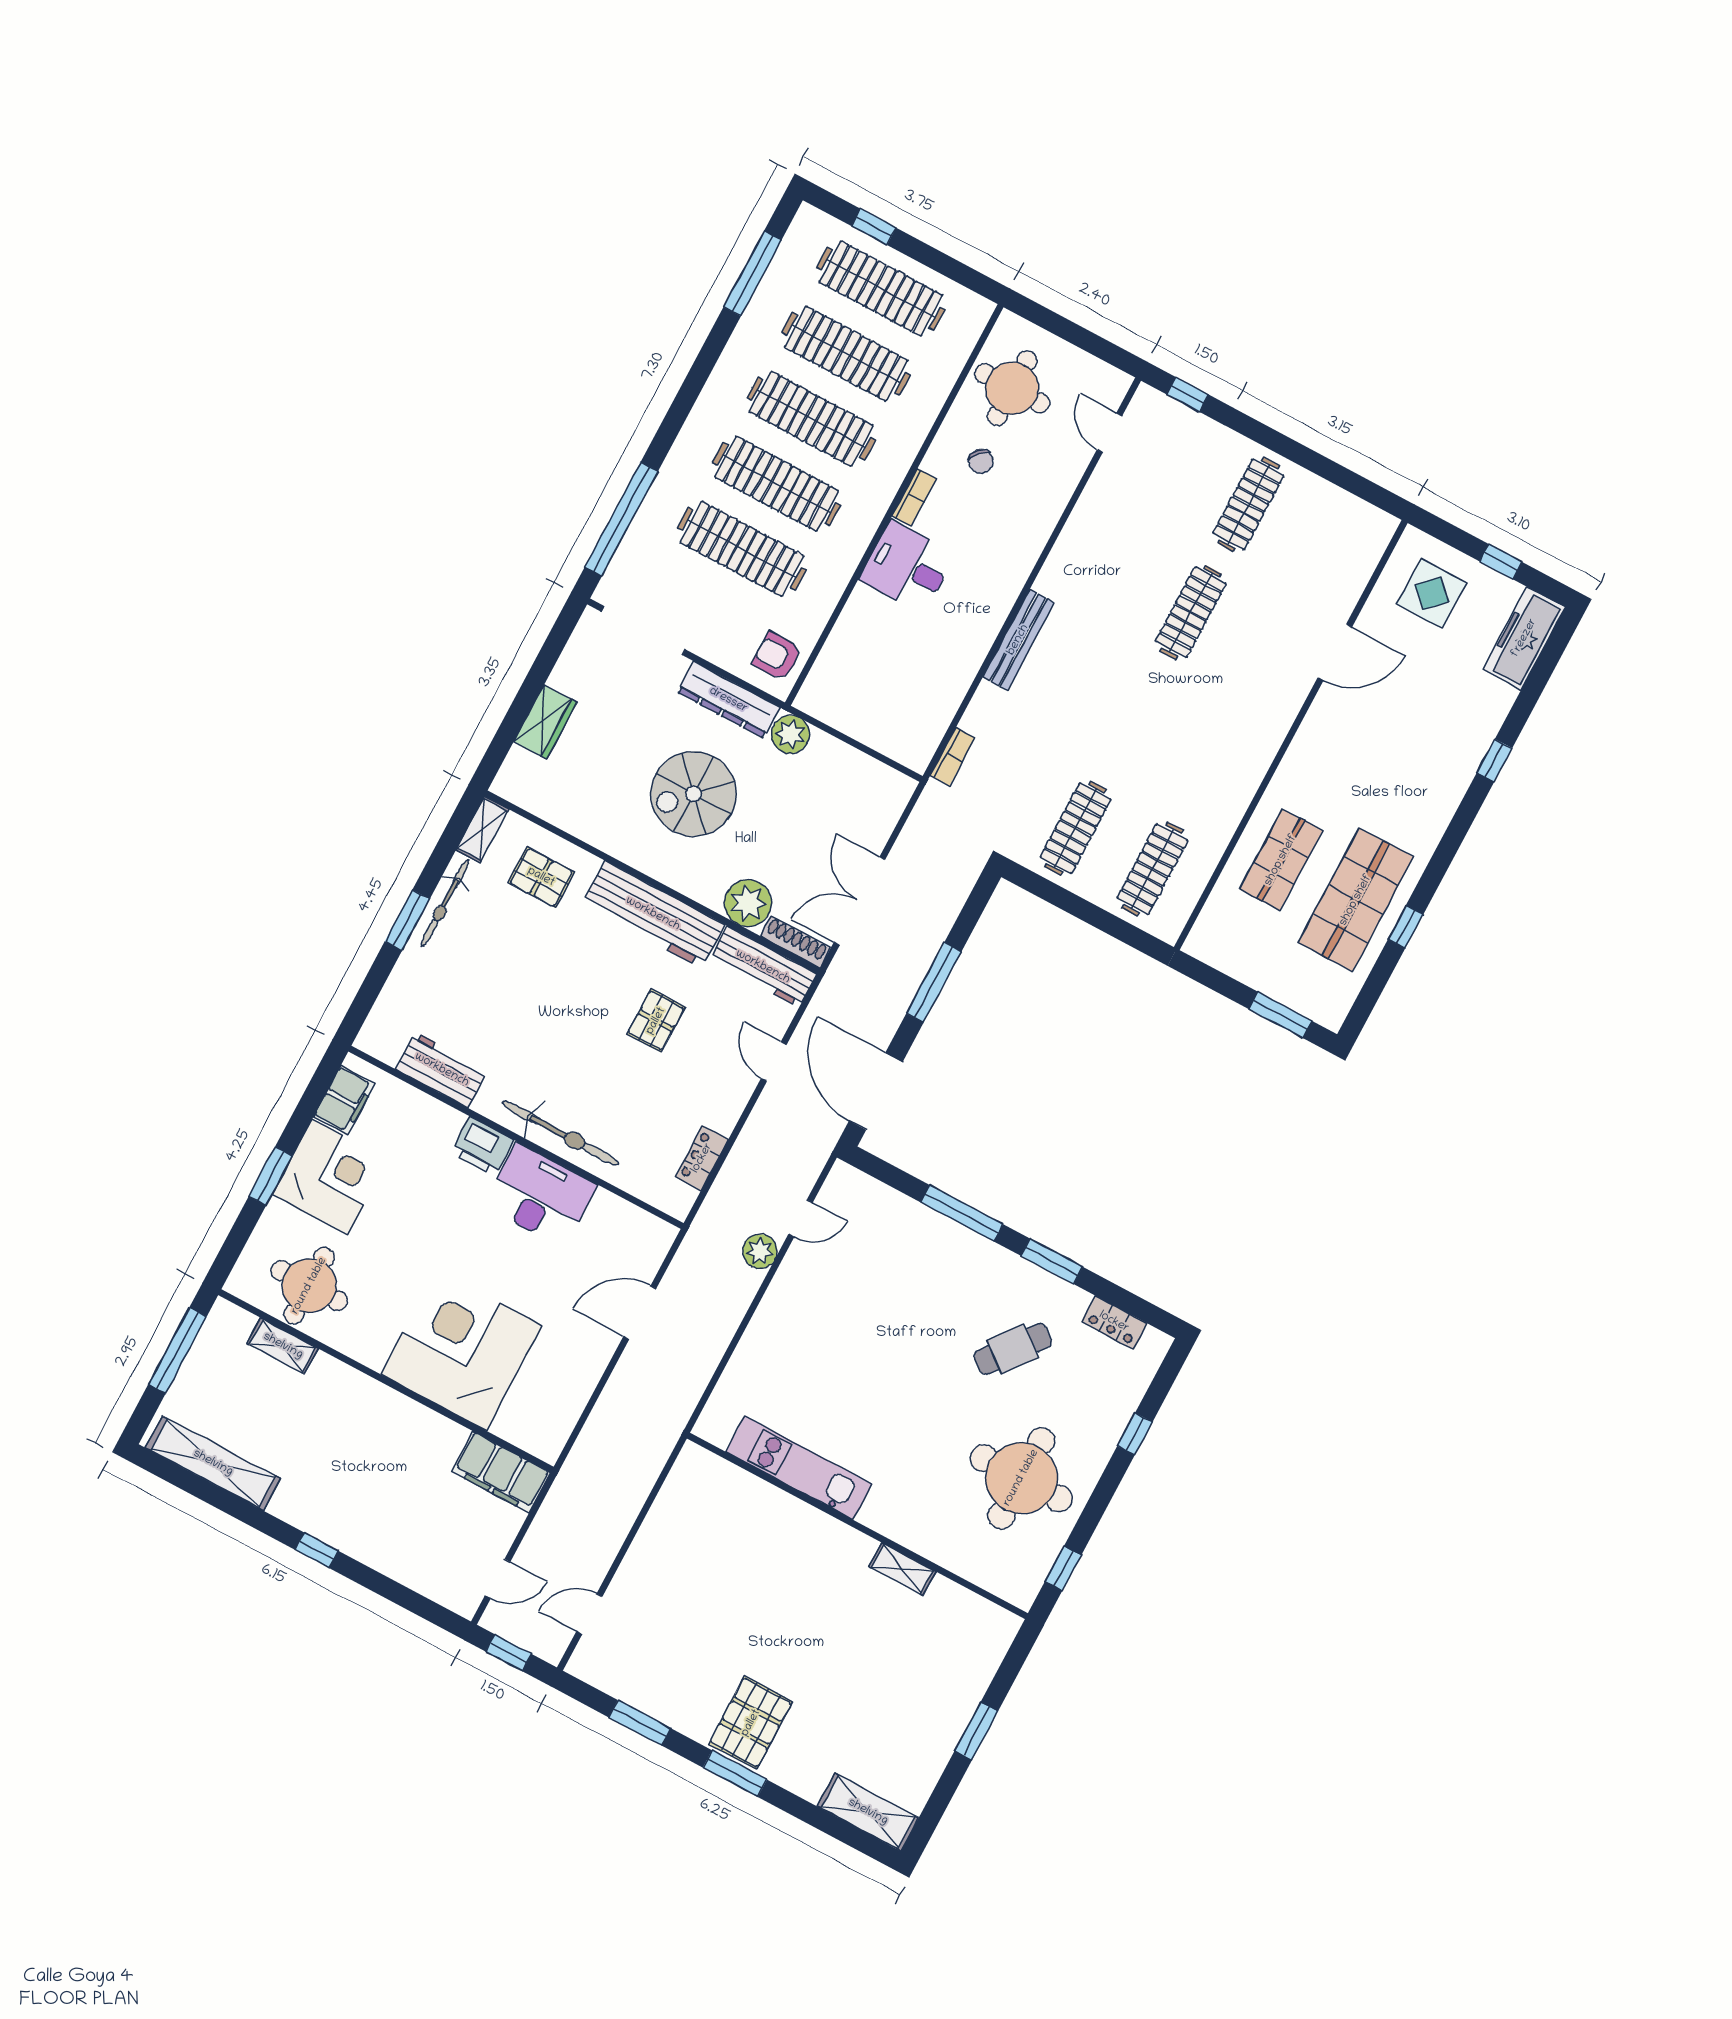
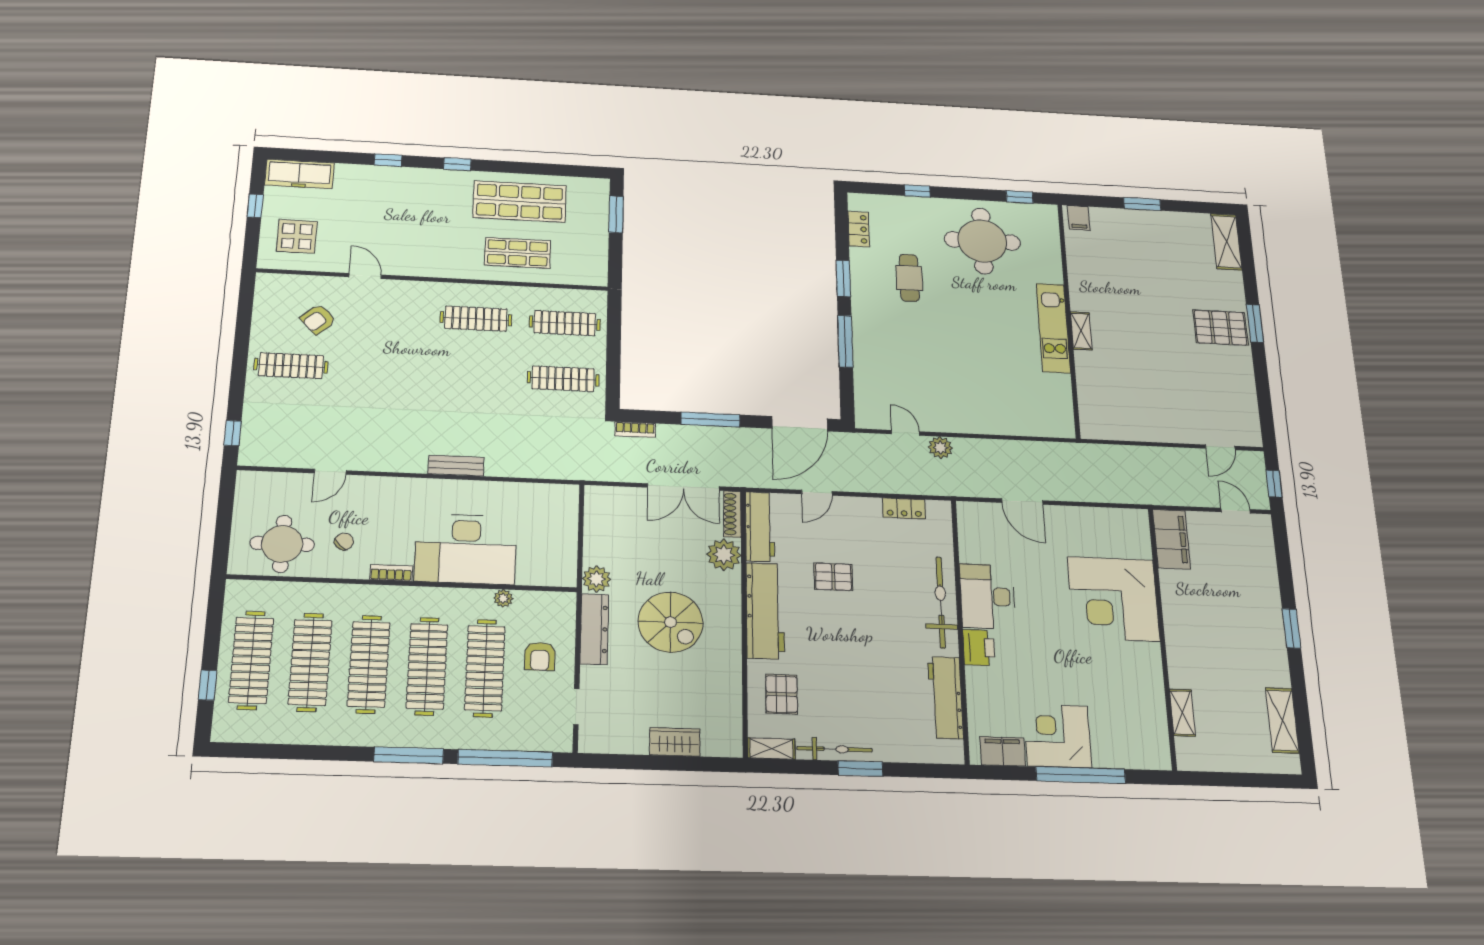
window: (753, 273) -> (409, 755), moved
door: (1110, 433) -> (330, 472), moved
armchair: (1299, 566) -> (318, 319), added
desk: (907, 567) -> (466, 549), width x1.87, depth x1.30
clothes rail: (1191, 612) -> (476, 319), moved
plant: (819, 613) -> (503, 598), added
doorway: (643, 631) -> (576, 707), width x0.53
bench: (1018, 640) -> (456, 466), width x0.73
door: (1335, 652) -> (365, 276), width x0.73
armchair: (777, 656) -> (540, 656), moved
bookcase: (953, 757) -> (635, 430), moved, turned 180
window: (1406, 927) -> (457, 164), moved
workbench: (442, 1070) -> (945, 698), width x1.38
window: (271, 1176) -> (1081, 775), width x2.11
round table: (309, 1286) -> (1134, 715), removed
cafe table: (1013, 1349) -> (909, 278), turned 52
window: (178, 1350) -> (1228, 779), removed
shelving: (213, 1463) -> (1282, 720), width x0.68
kitchen unit: (799, 1468) -> (1053, 328), moved
window: (317, 1550) -> (1291, 628), width x1.50
shelving: (902, 1569) -> (1081, 331), moved
door: (589, 1614) -> (1220, 447), hinge flipped
filing cabinet: (996, 1630) -> (1079, 218), added
window: (640, 1723) -> (1263, 389), removed

